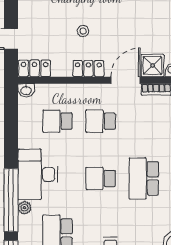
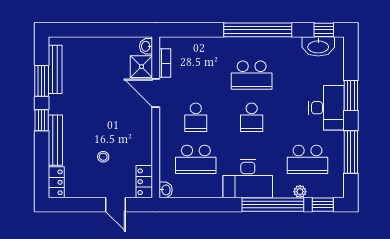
stool: (83, 31) -> (103, 157), moved
locker: (88, 69) -> (145, 129), removed
school desk: (57, 121) -> (196, 159), width x1.85
plant: (24, 208) -> (300, 192), moved

